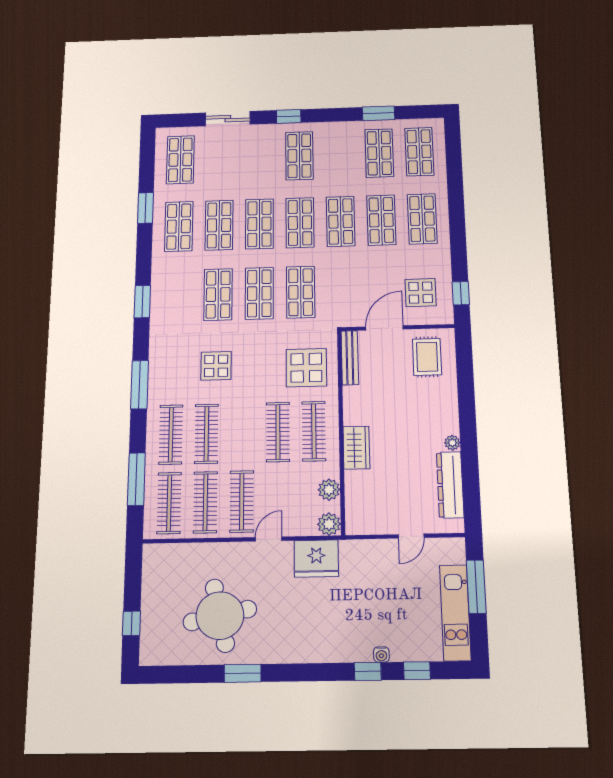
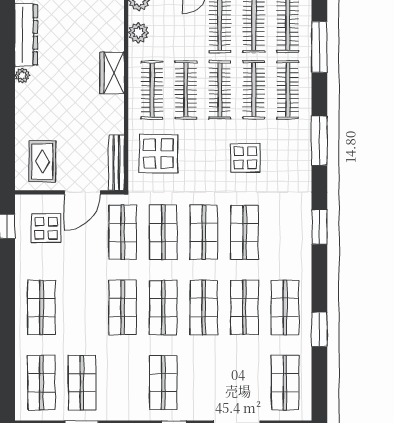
shop shelf: (381, 220) -> (123, 232), moved
clothes rail: (242, 433) -> (220, 90), added

